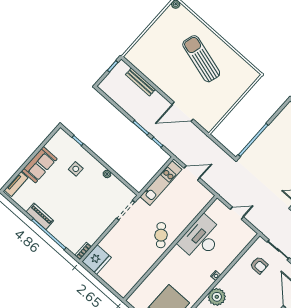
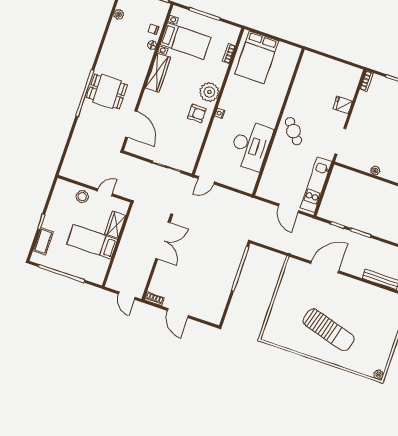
door: (192, 173) -> (289, 208), hinge flipped
door: (237, 213) -> (206, 180), moved
fridge: (97, 260) -> (343, 105), moved, width x0.53, depth x0.75
armchair: (259, 265) -> (197, 113), moved, turned 180

